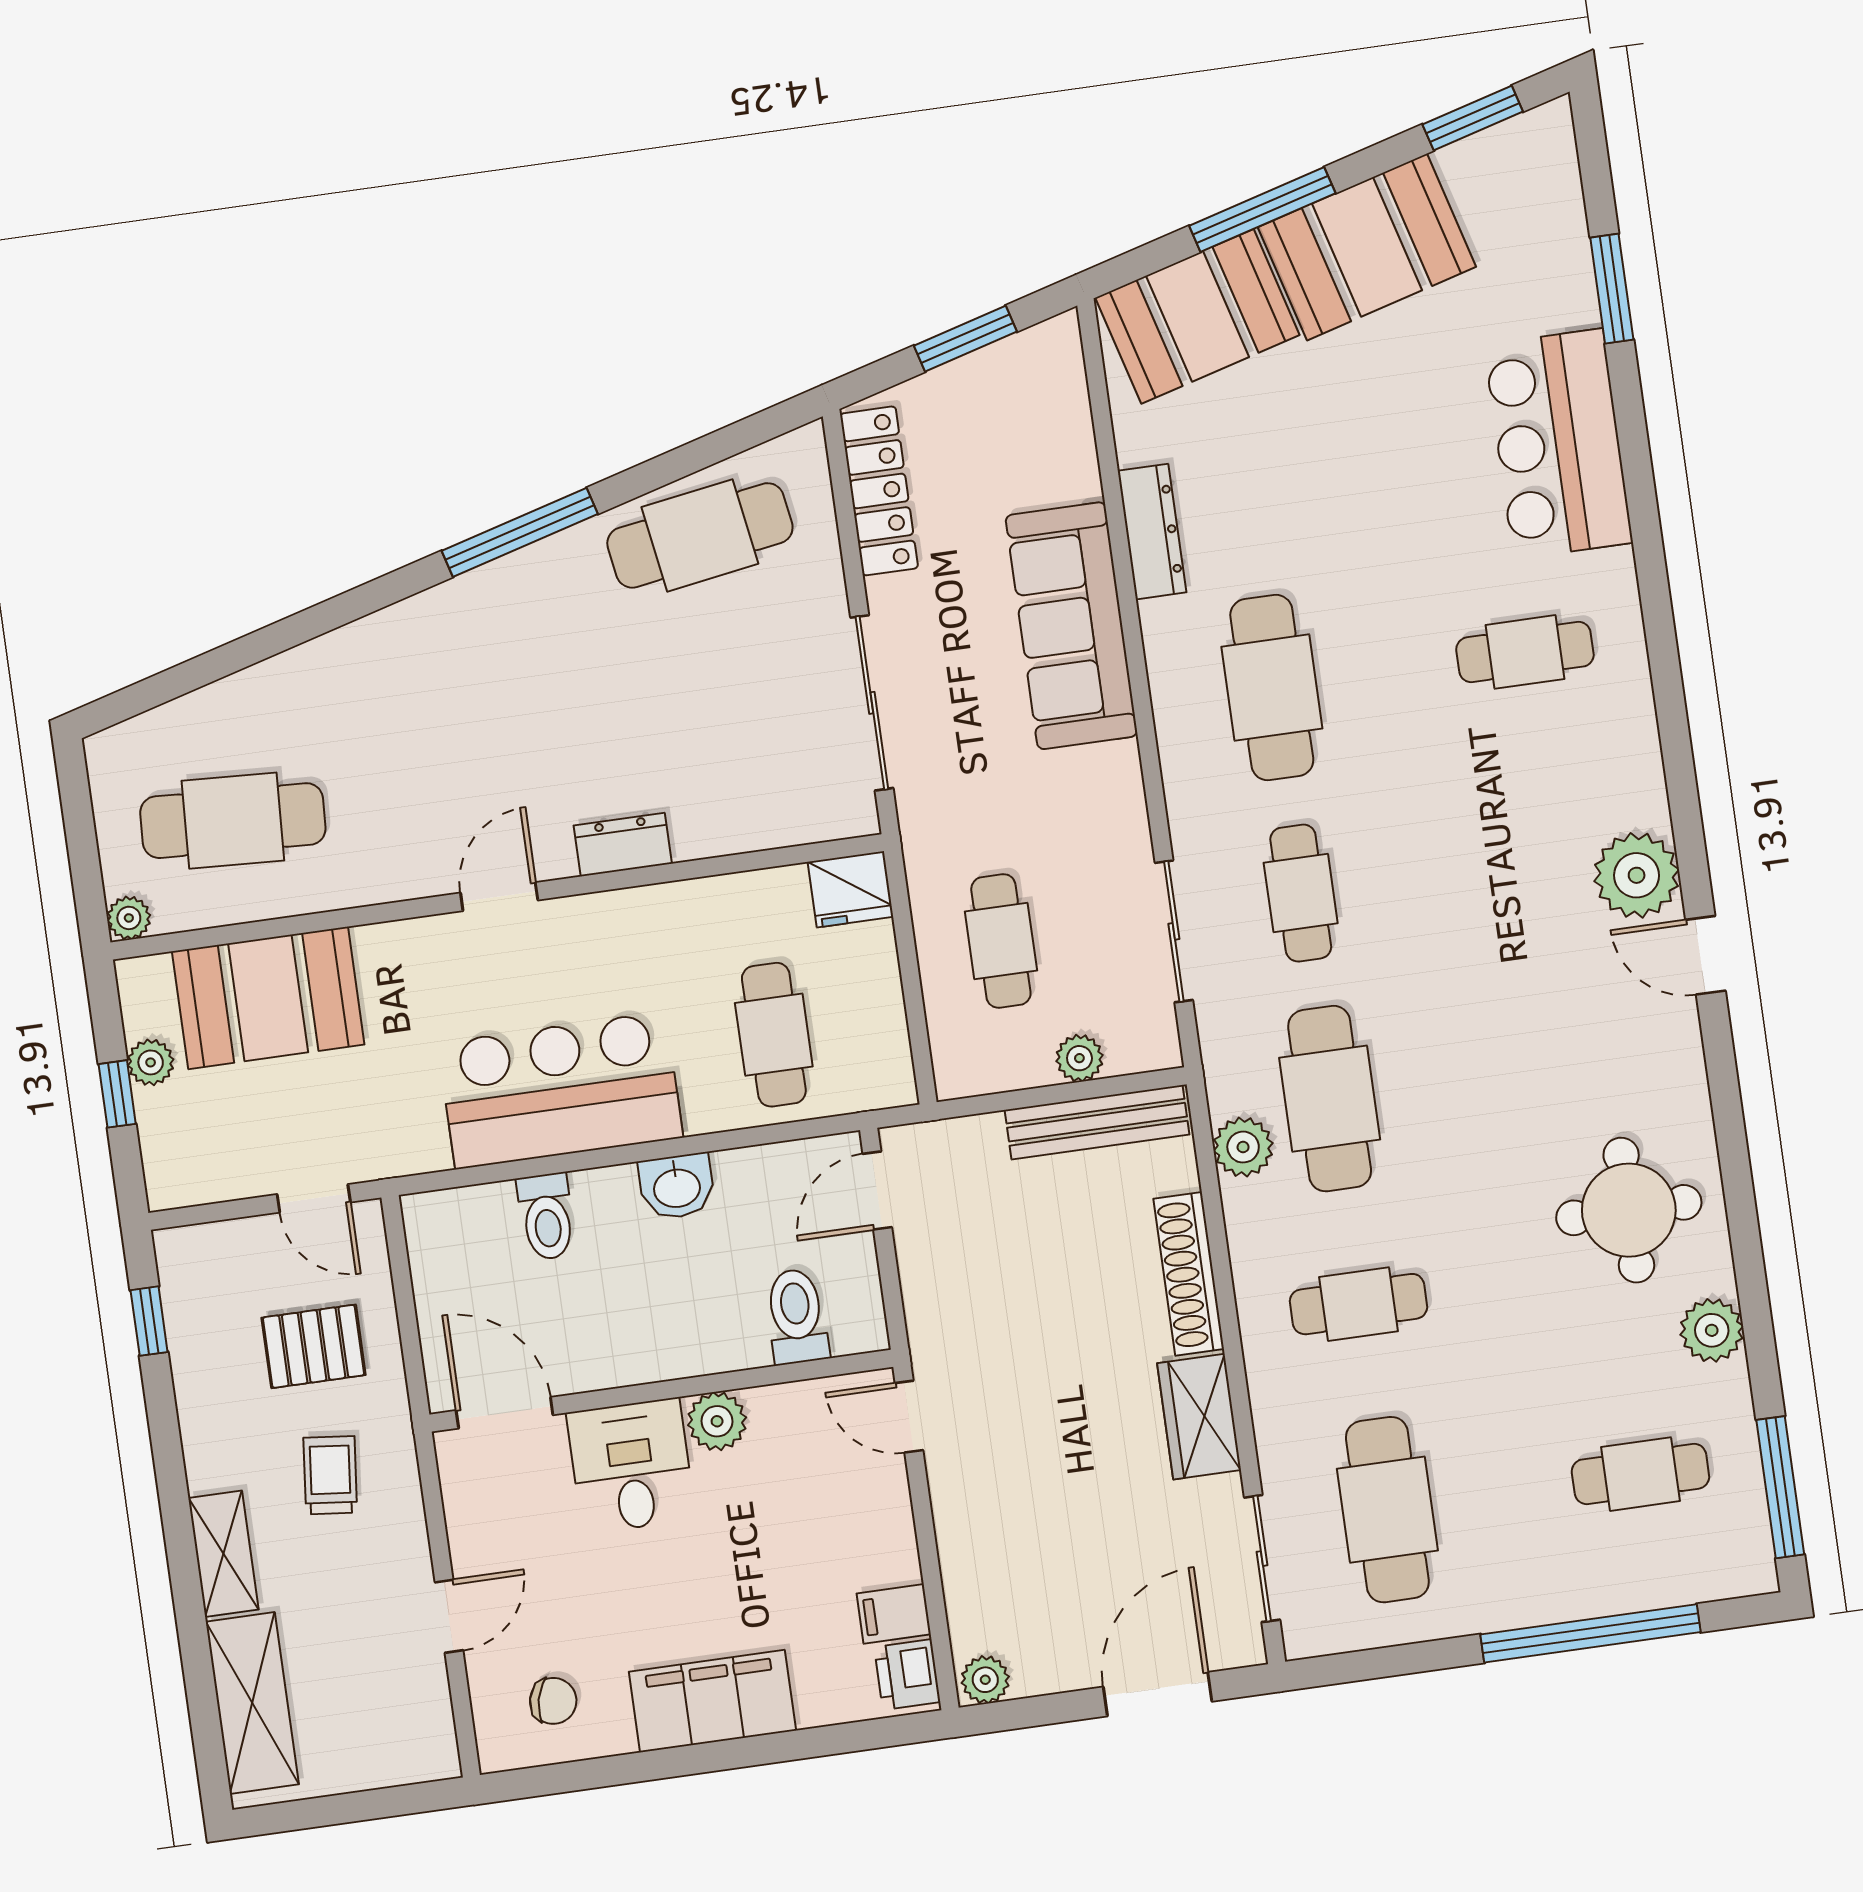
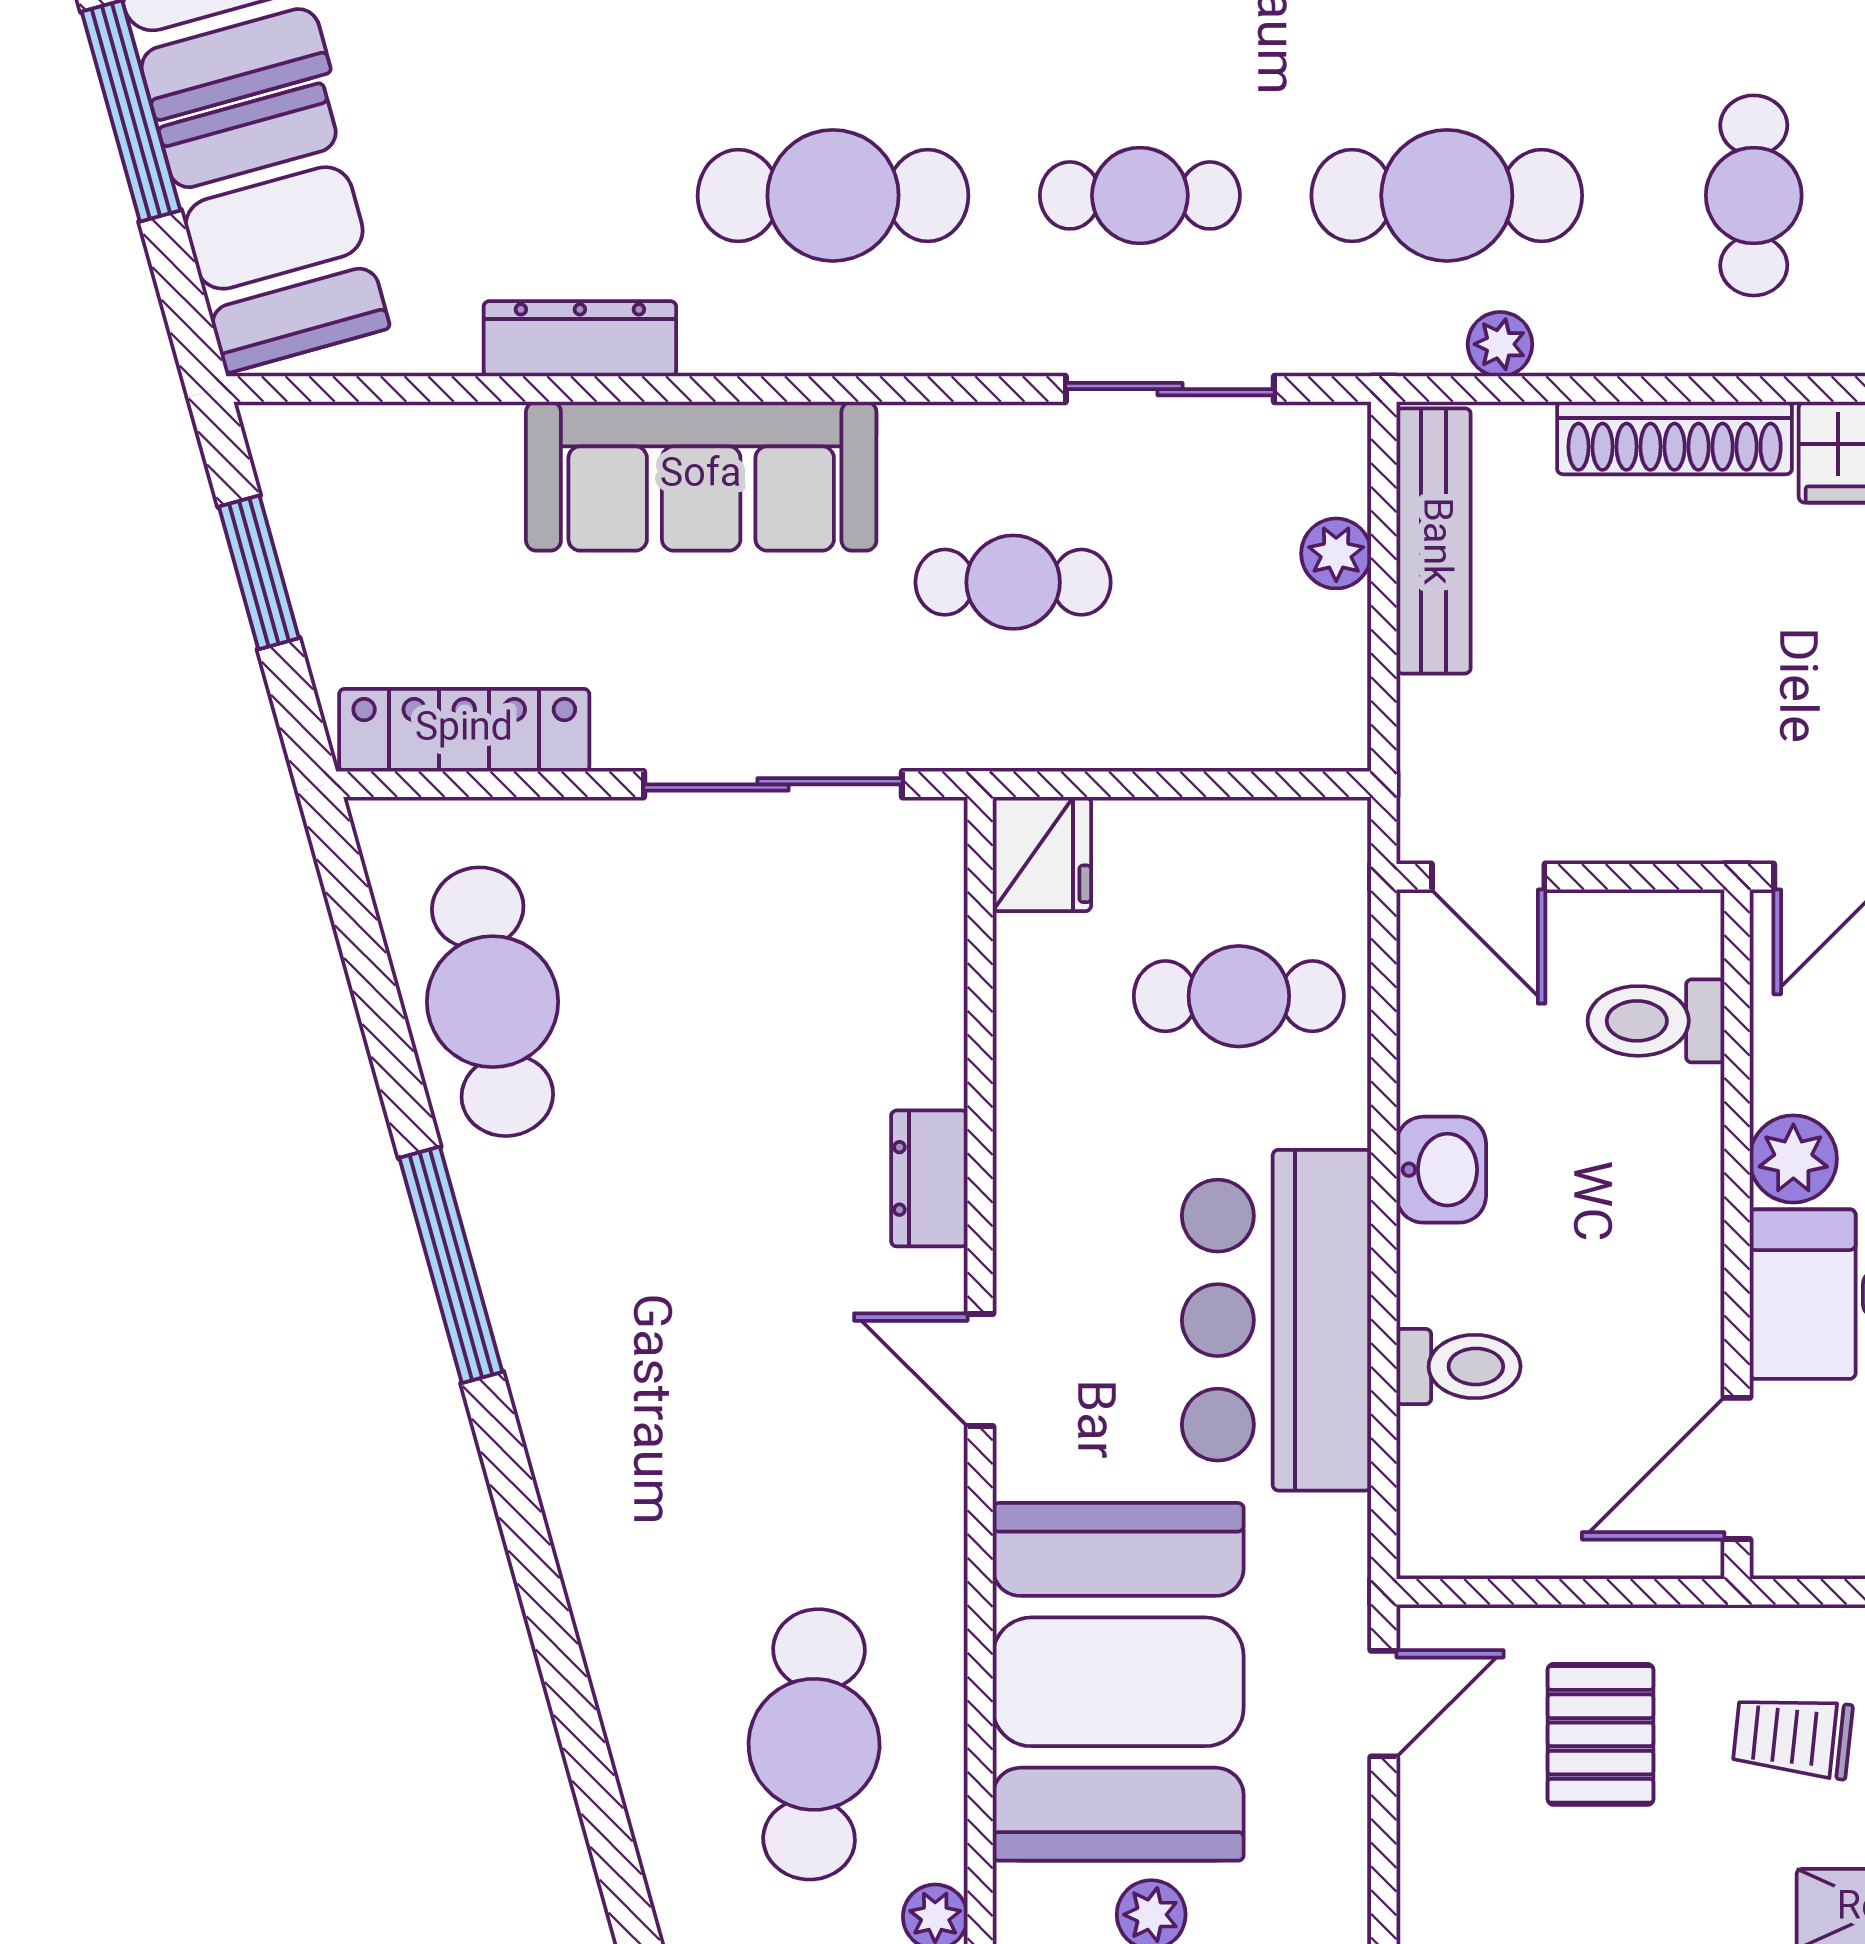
cafe table: (1001, 941) -> (1013, 582), moved
booth: (268, 998) -> (1118, 1682), width x1.36, depth x1.42
plant: (1243, 1147) -> (1500, 344), width x0.73, depth x0.73

